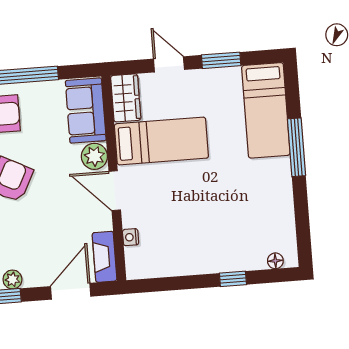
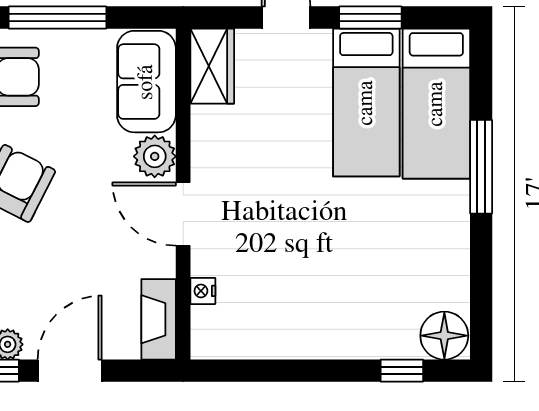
bed: (161, 141) -> (366, 103), moved, turned 90
floor lamp: (275, 261) -> (444, 336), width x1.89, depth x1.89
window: (233, 279) -> (402, 371), moved
door: (71, 291) -> (70, 371), moved

